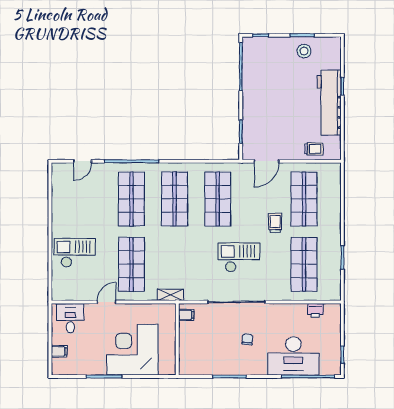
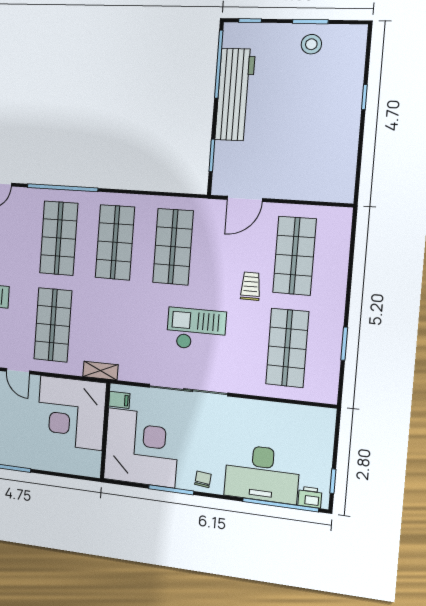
workbench: (329, 103) -> (235, 95), moved, turned 180
trolley: (314, 149) -> (315, 185), removed
door: (107, 302) -> (18, 371), swing flipped
printer: (315, 310) -> (310, 497), moved, turned 180
chair: (247, 339) -> (203, 479), moved
corner desk: (205, 348) -> (141, 448), added
corner desk: (132, 350) -> (71, 413), moved, turned -90

